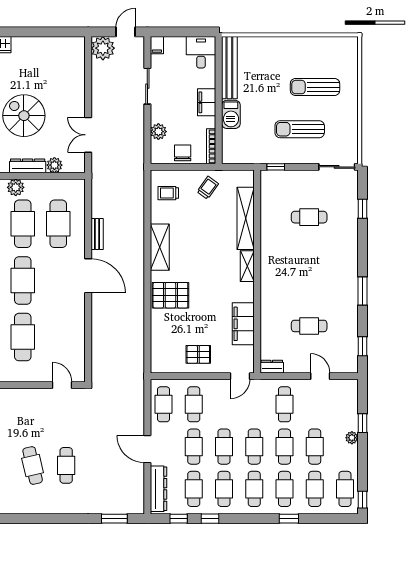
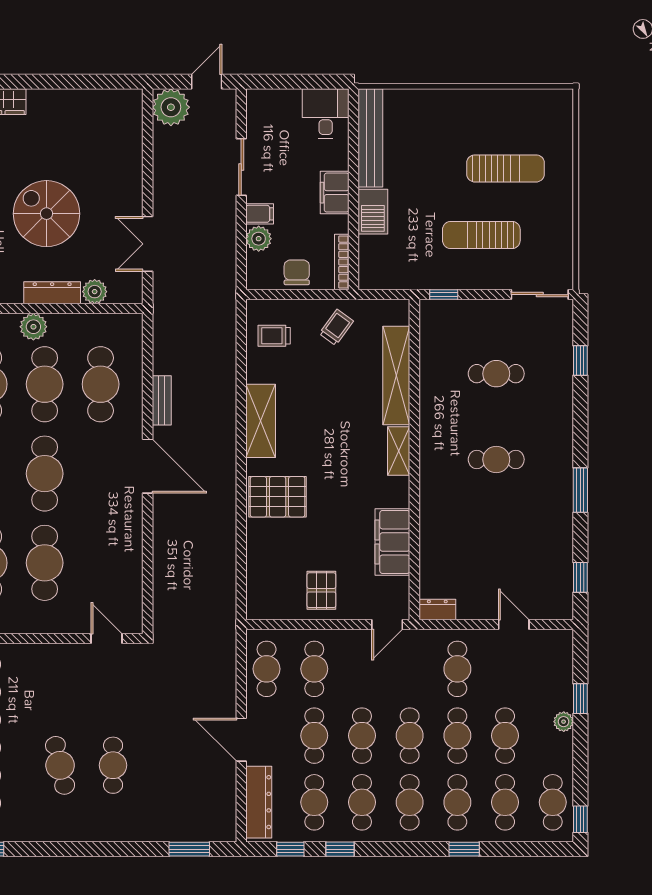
filing cabinet: (157, 45) -> (260, 214), moved, turned -90
sun lounger: (315, 87) -> (505, 168), turned 180
cafe table: (309, 326) -> (496, 459), moved
pallet: (198, 354) -> (321, 590), turned 90

